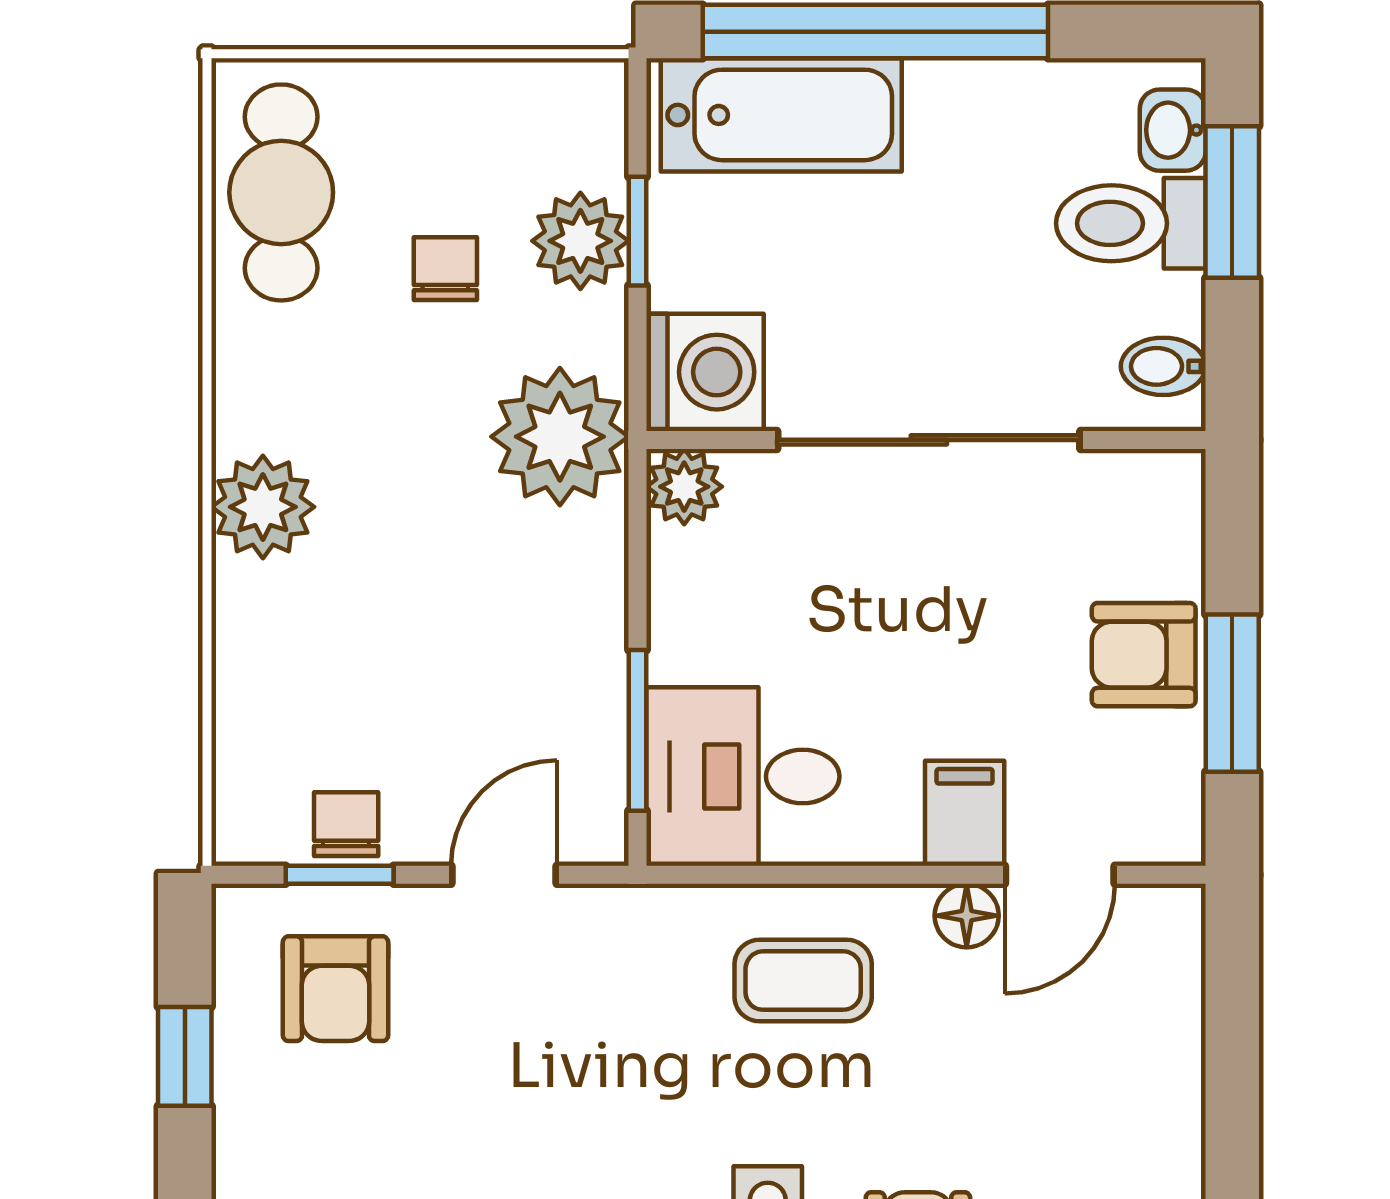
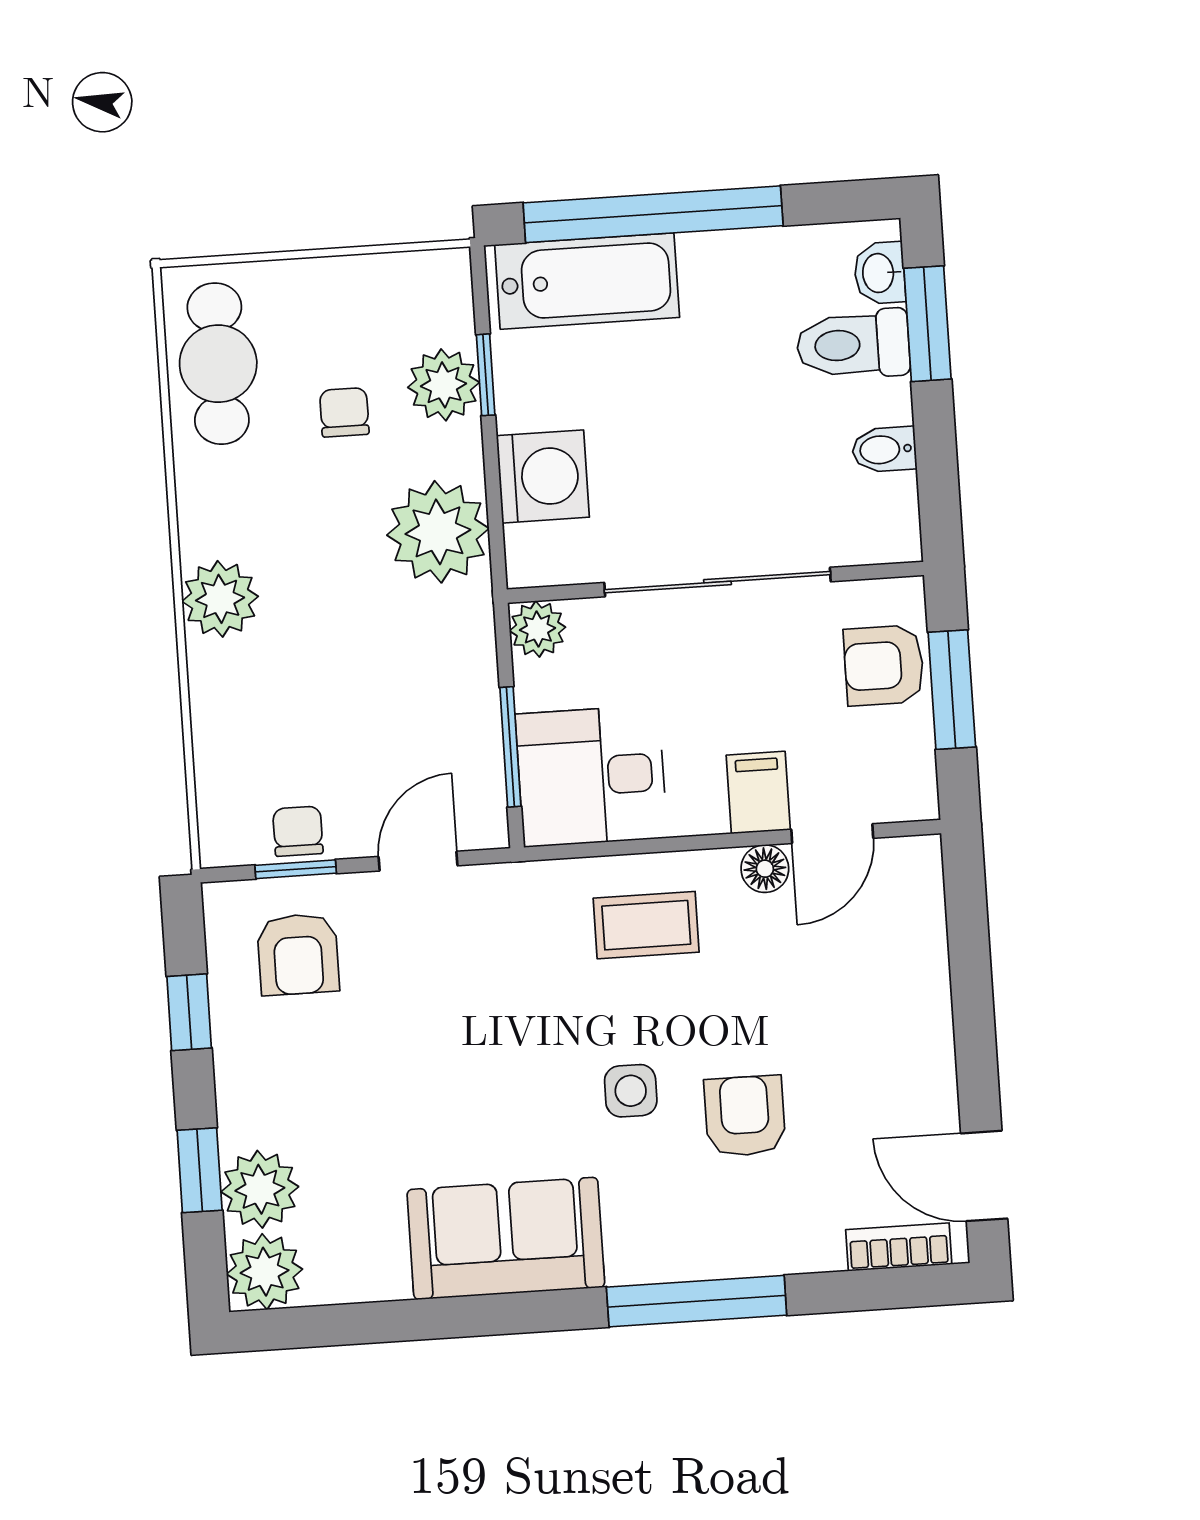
wall: (926, 440) -> (715, 582), moved
sliding door: (929, 440) -> (717, 582), moved
plant: (684, 487) -> (538, 629), moved

